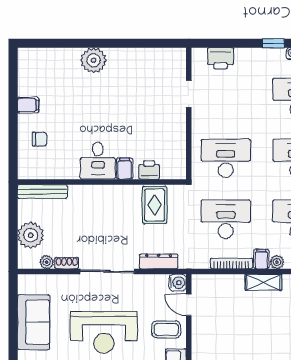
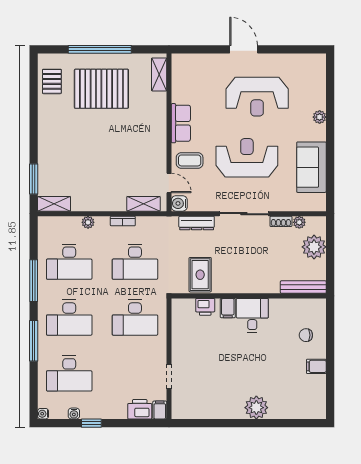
filing cabinet: (261, 259) -> (160, 410), moved, turned 180
bookcase: (231, 263) -> (123, 221), width x0.64
shelving: (263, 282) -> (143, 204), moved

